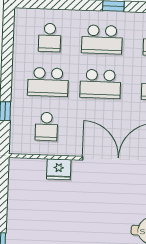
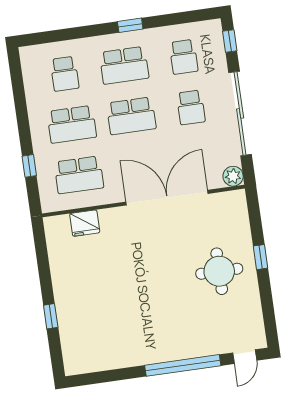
school desk: (46, 126) -> (79, 175), width x1.85
fridge: (59, 169) -> (85, 223), moved

